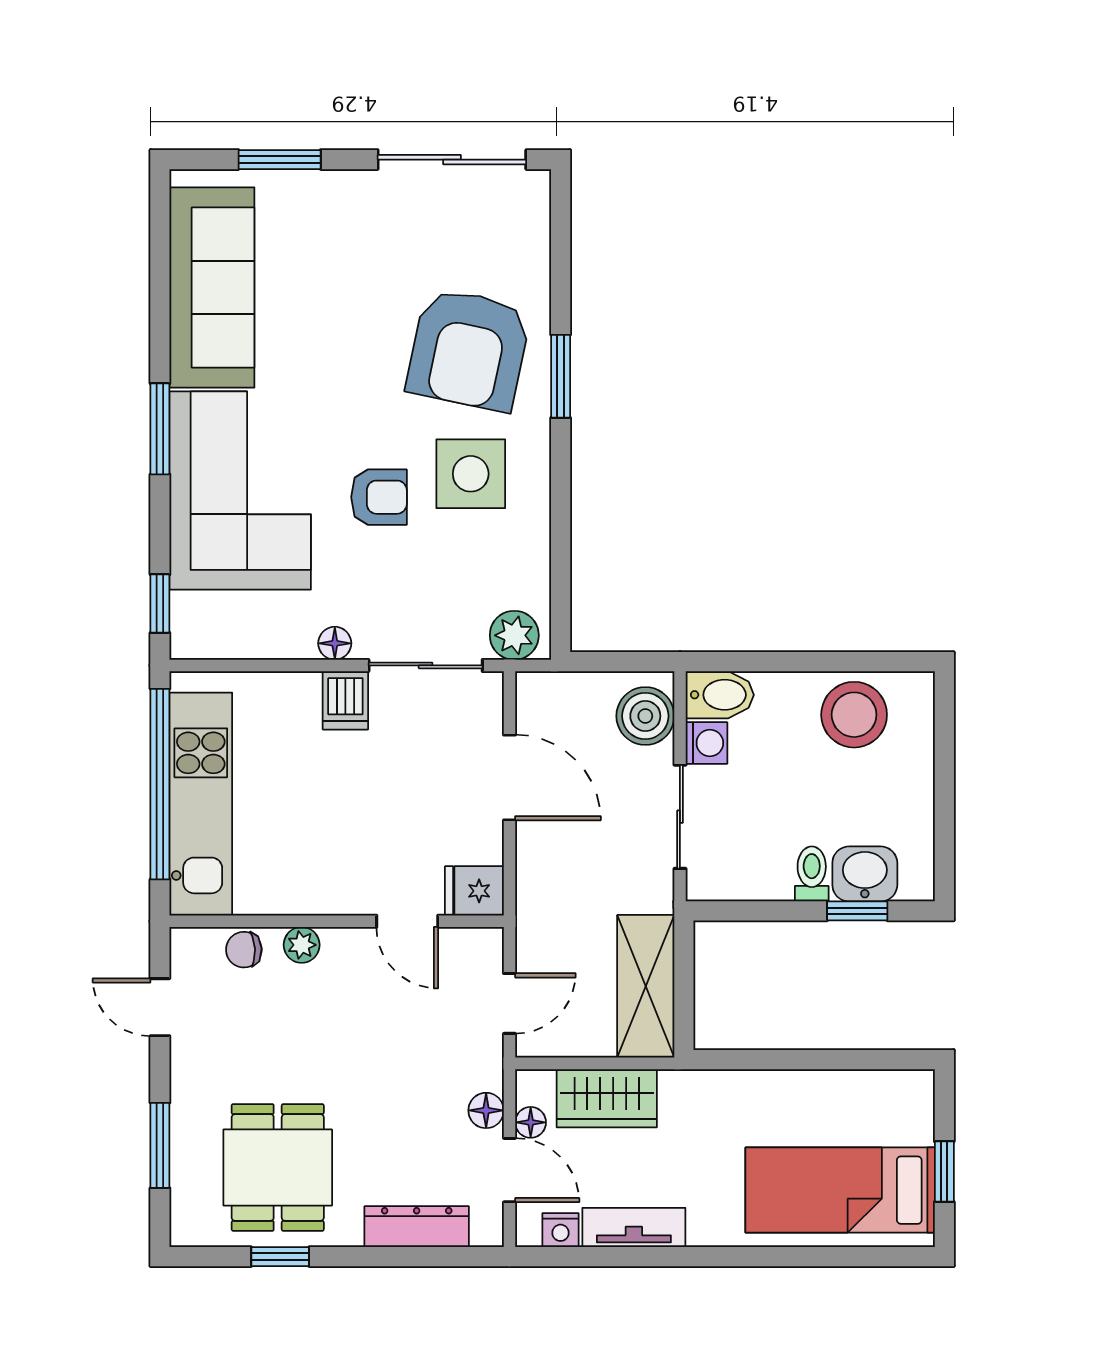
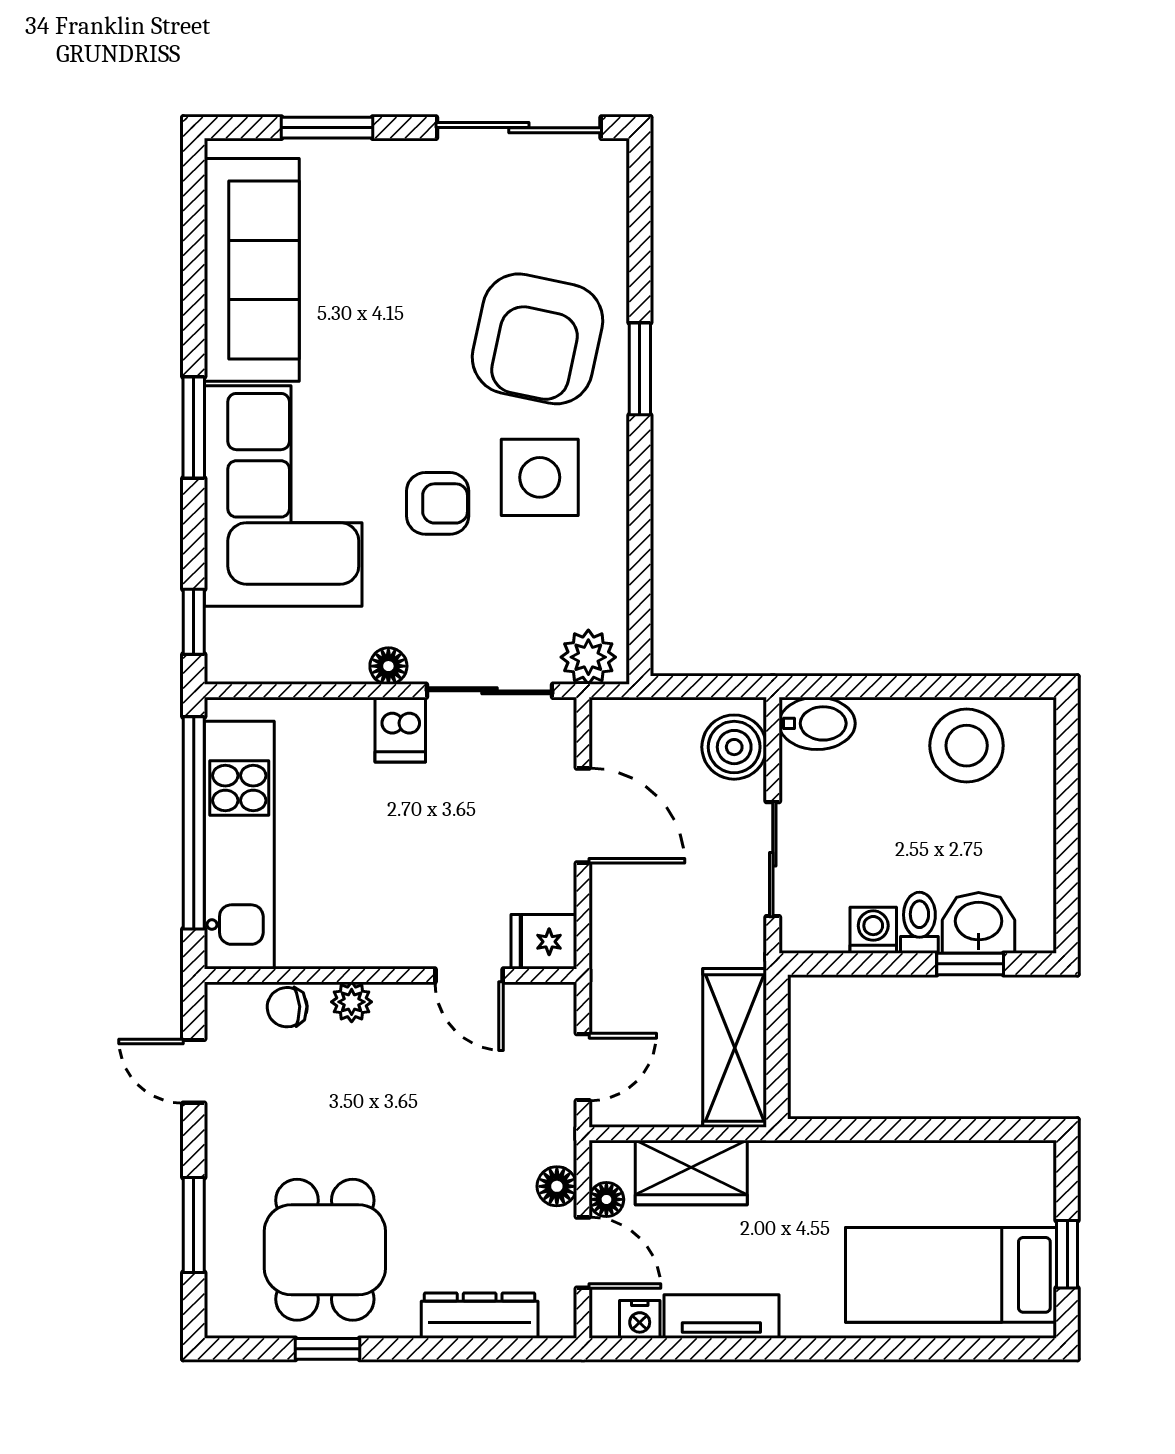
washing machine: (707, 743) -> (873, 930), moved, turned -90

